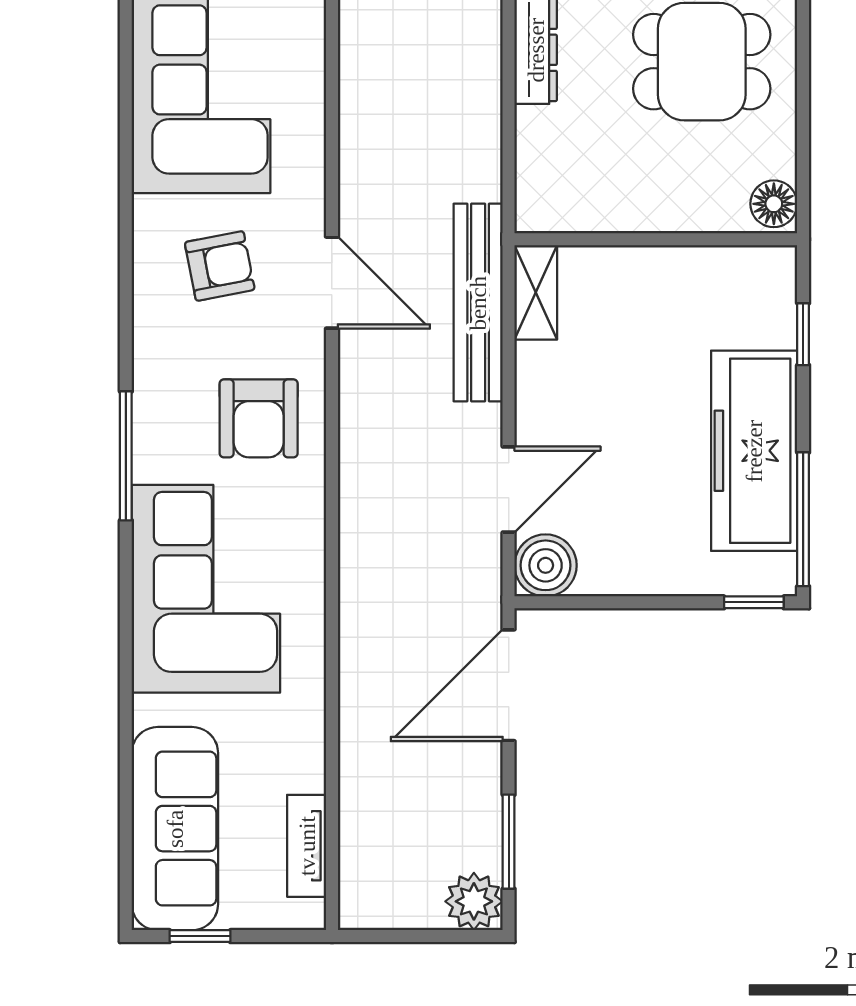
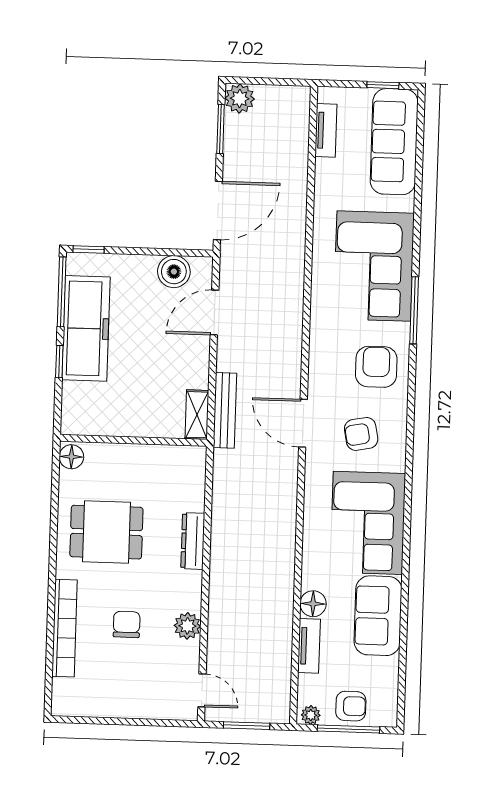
bench: (478, 303) -> (225, 410), width x0.73, depth x0.82
window: (803, 334) -> (59, 361), moved
armchair: (259, 418) -> (376, 367), moved
window: (126, 456) -> (414, 310), moved
boiler: (546, 565) -> (174, 272), moved

